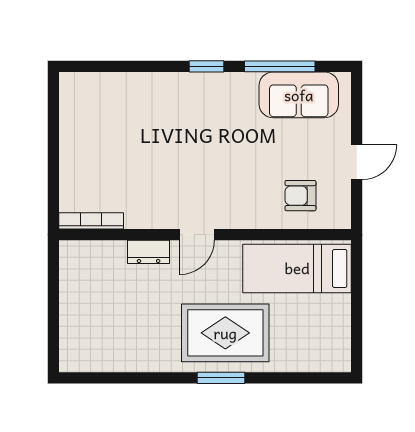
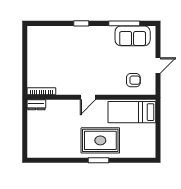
window: (206, 66) -> (81, 23), moved
armchair: (300, 196) -> (133, 80), turned 180
dresser: (149, 252) -> (36, 105), moved

